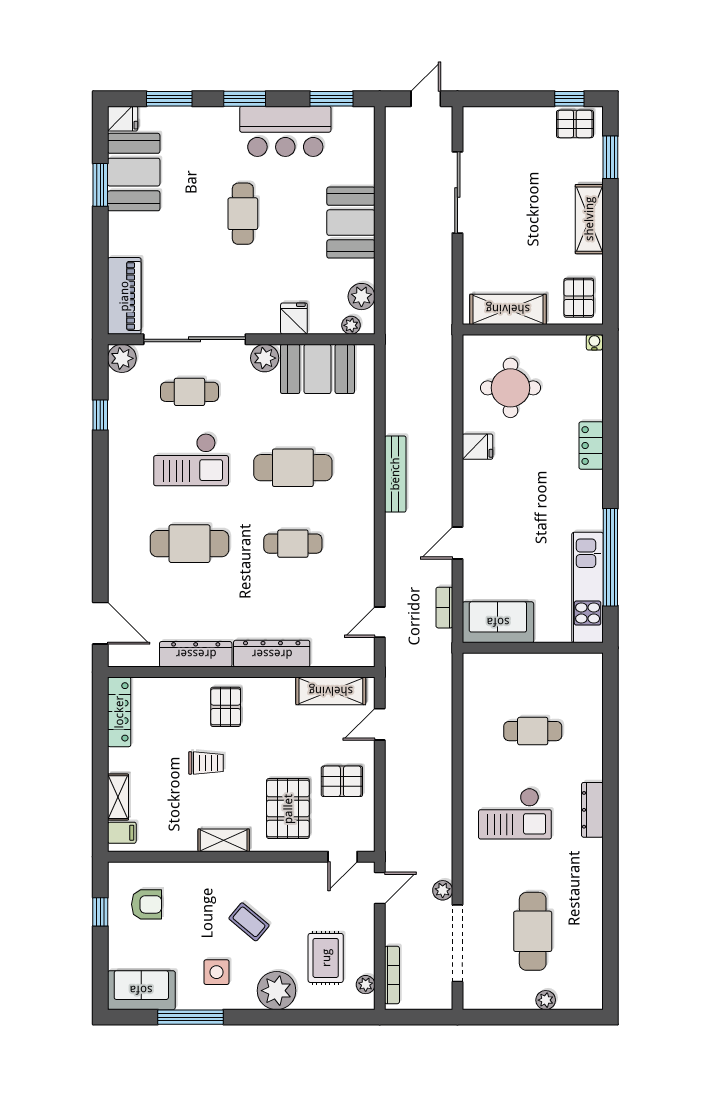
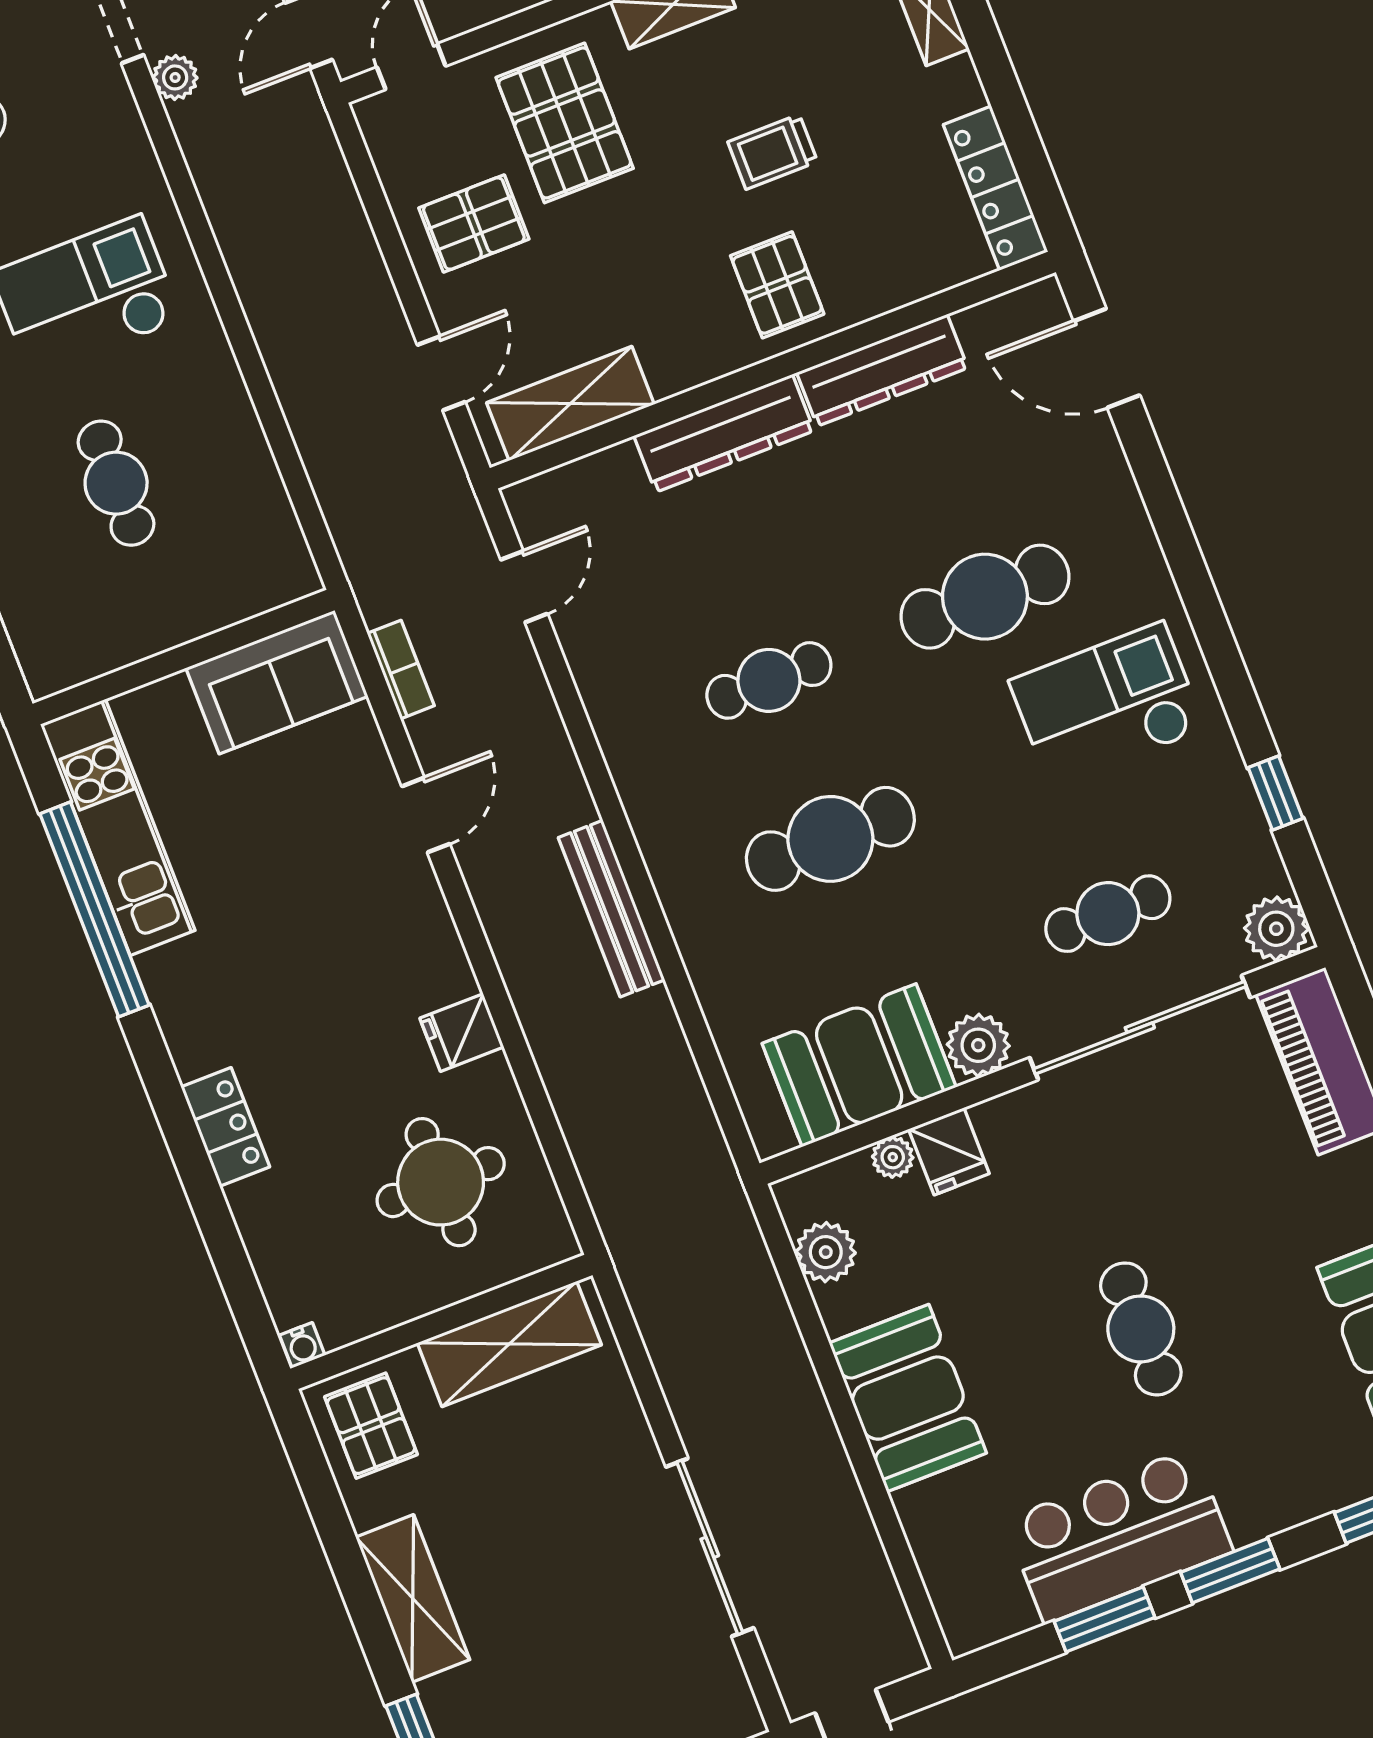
window: (332, 99) -> (1105, 1619), moved
plant: (351, 325) -> (893, 1157), moved
checkout: (191, 460) -> (1107, 705), moved
cafe table: (533, 731) -> (116, 483), turned 90

